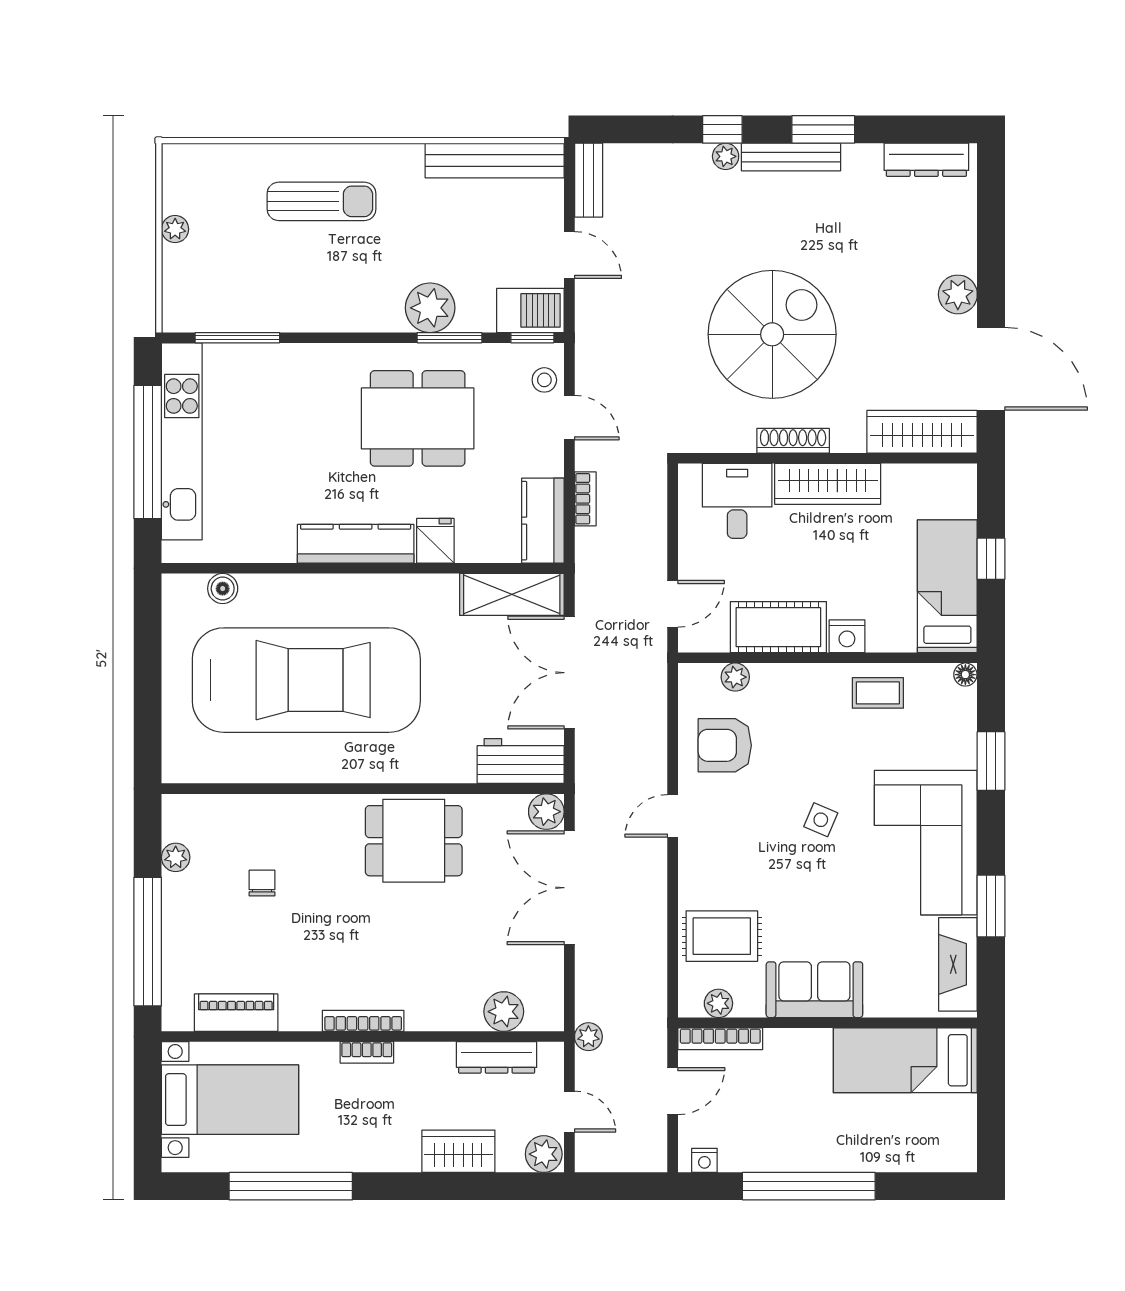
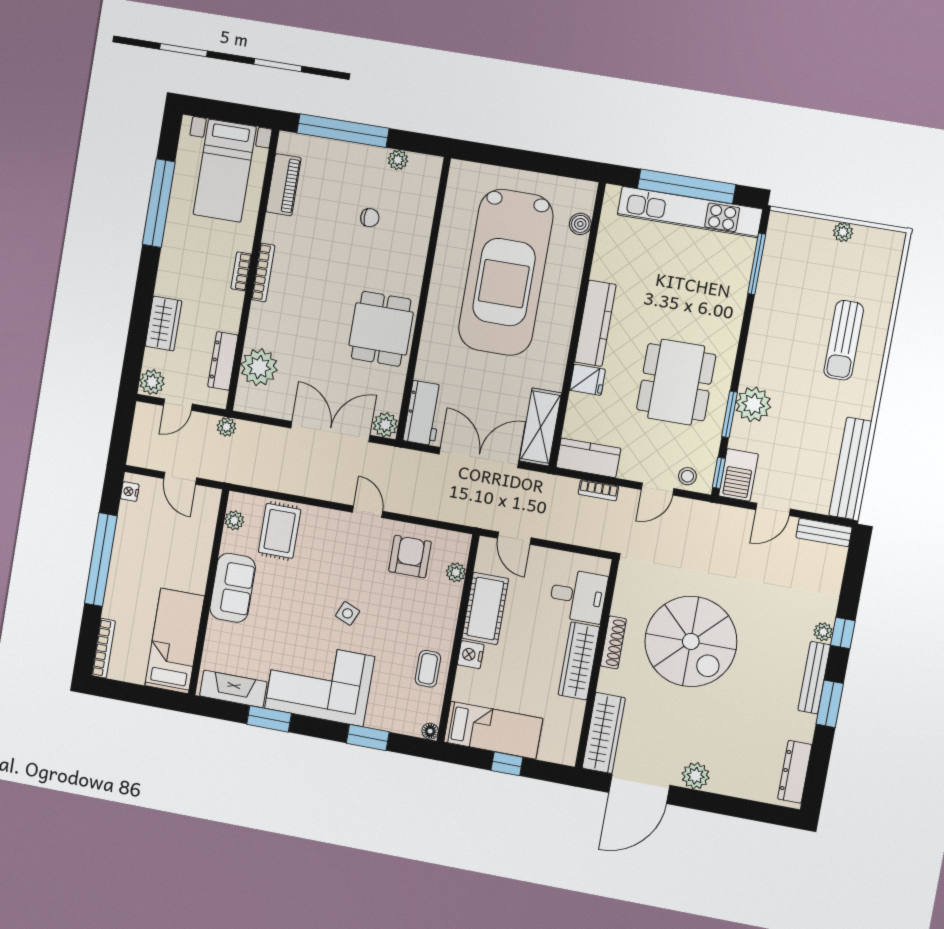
plant: (504, 1012) -> (259, 367), width x1.36, depth x1.36
bookcase: (720, 1039) -> (103, 648), moved, turned 180

